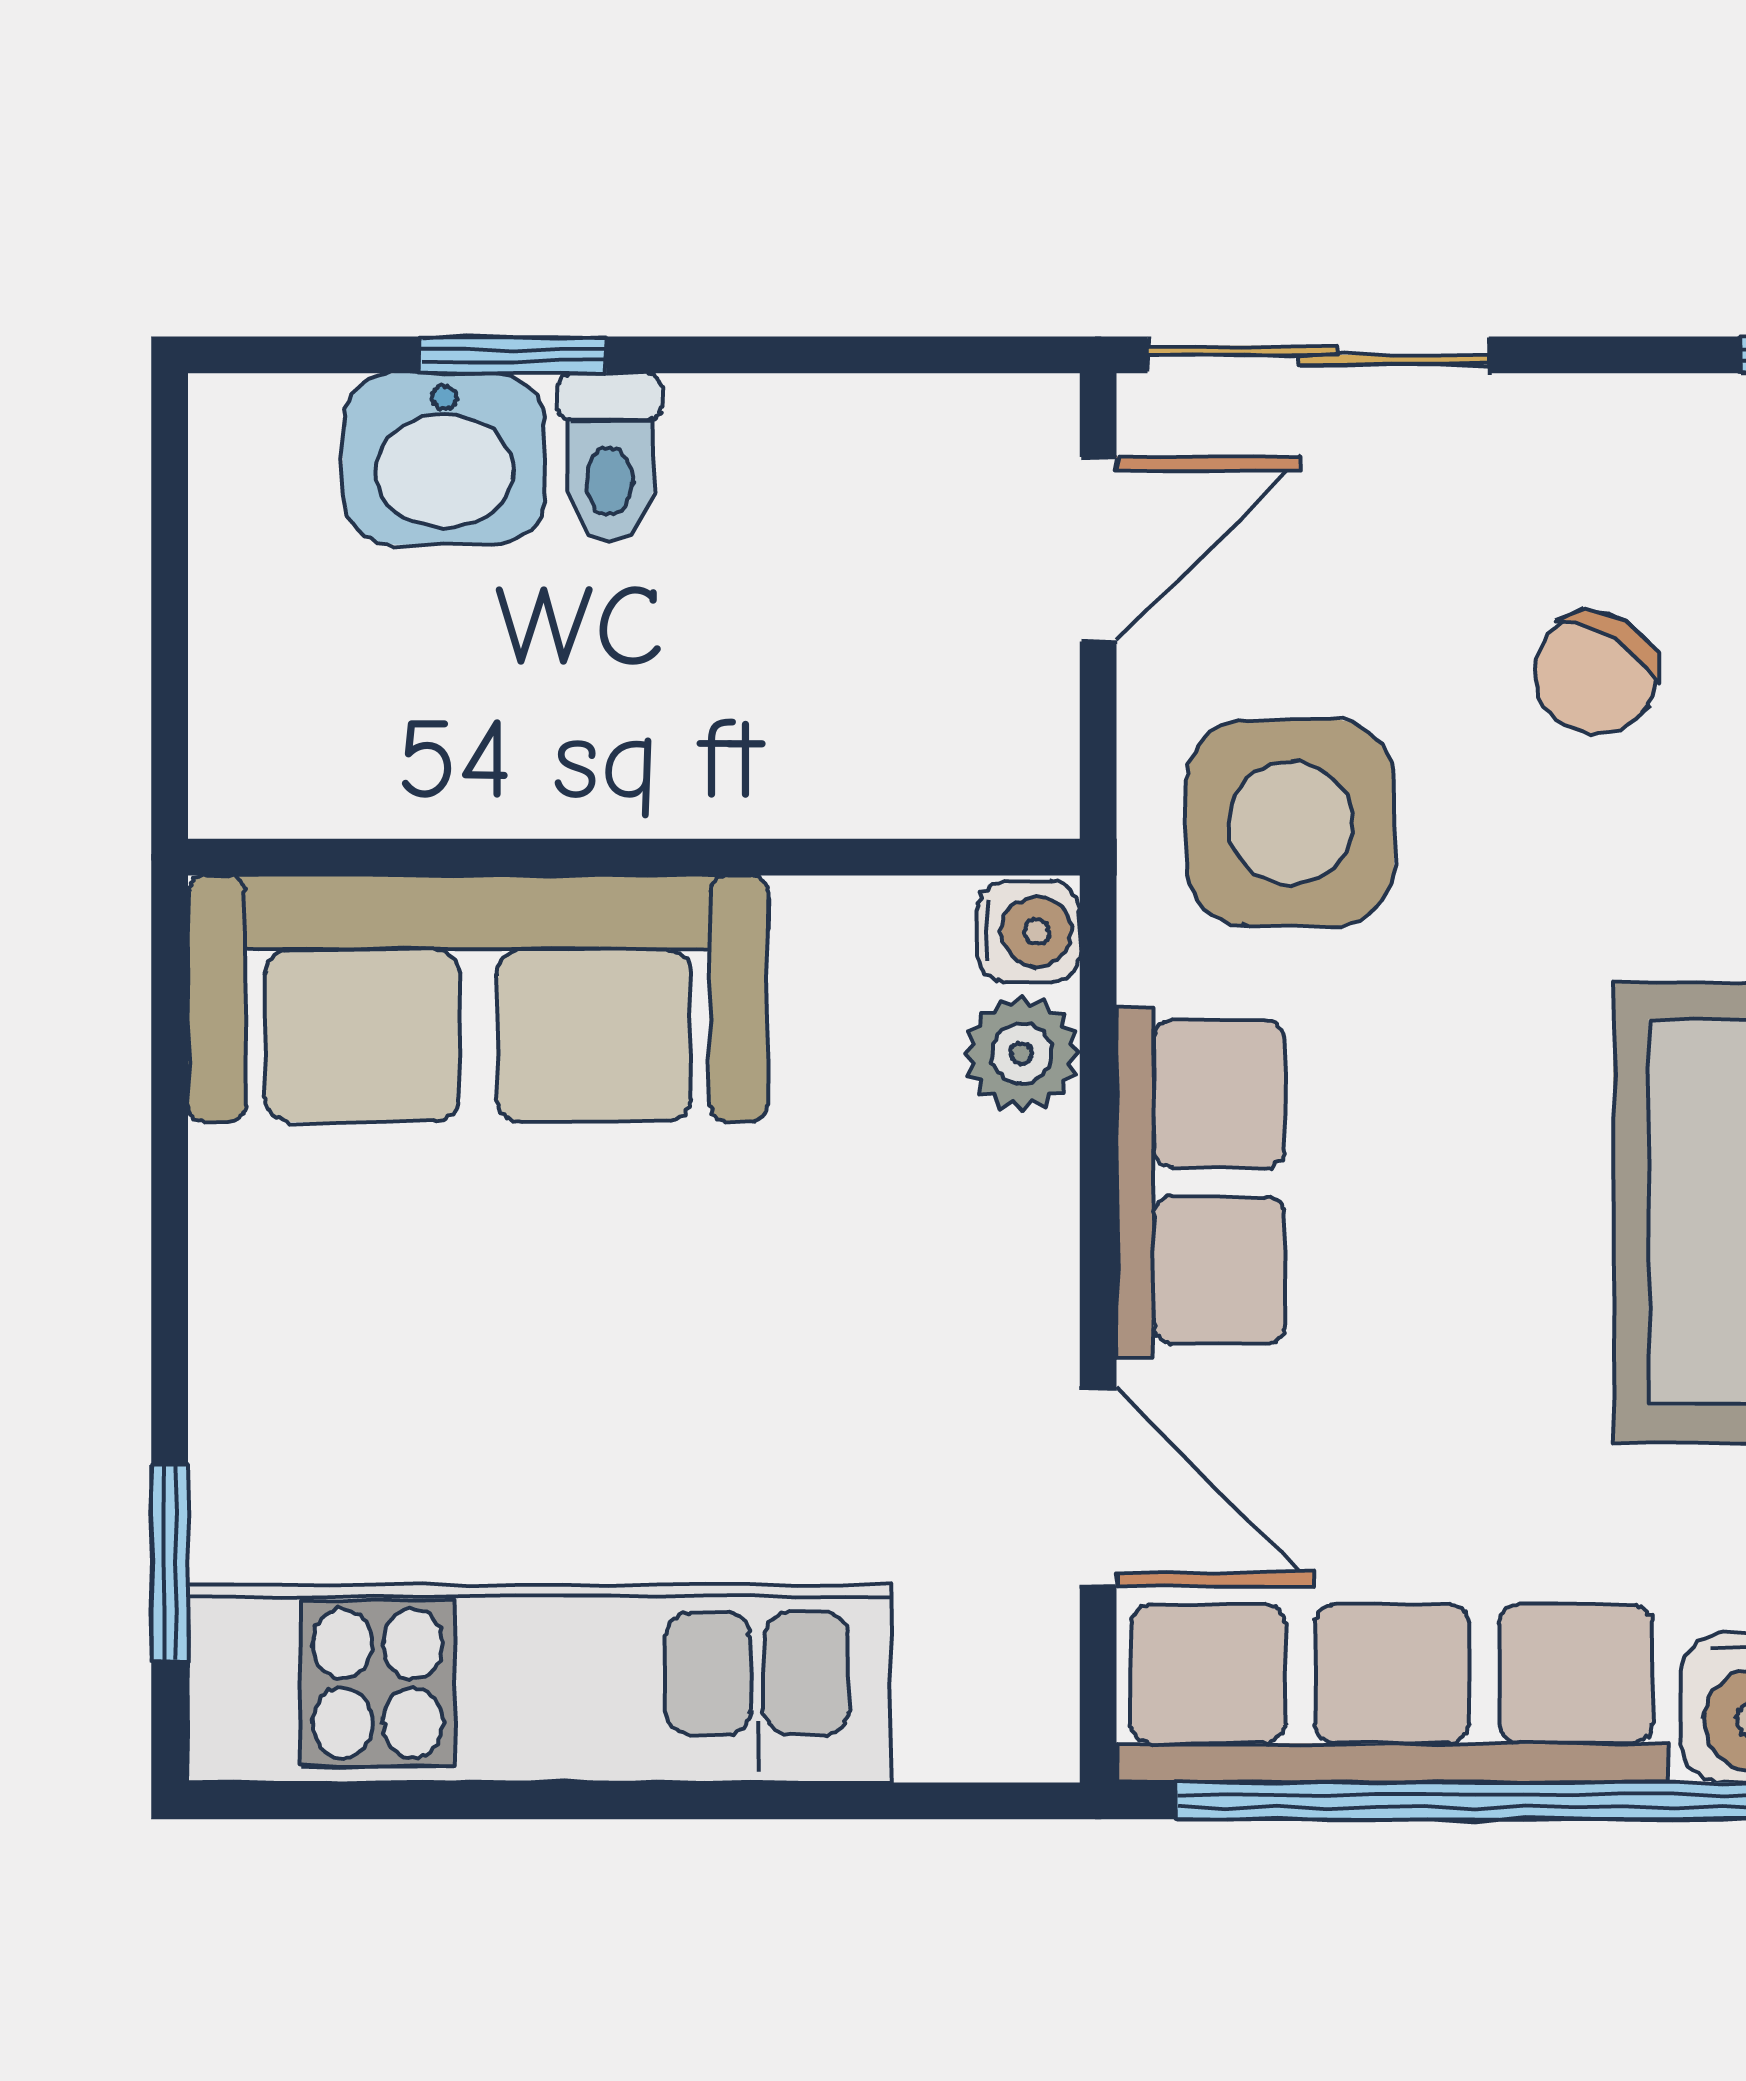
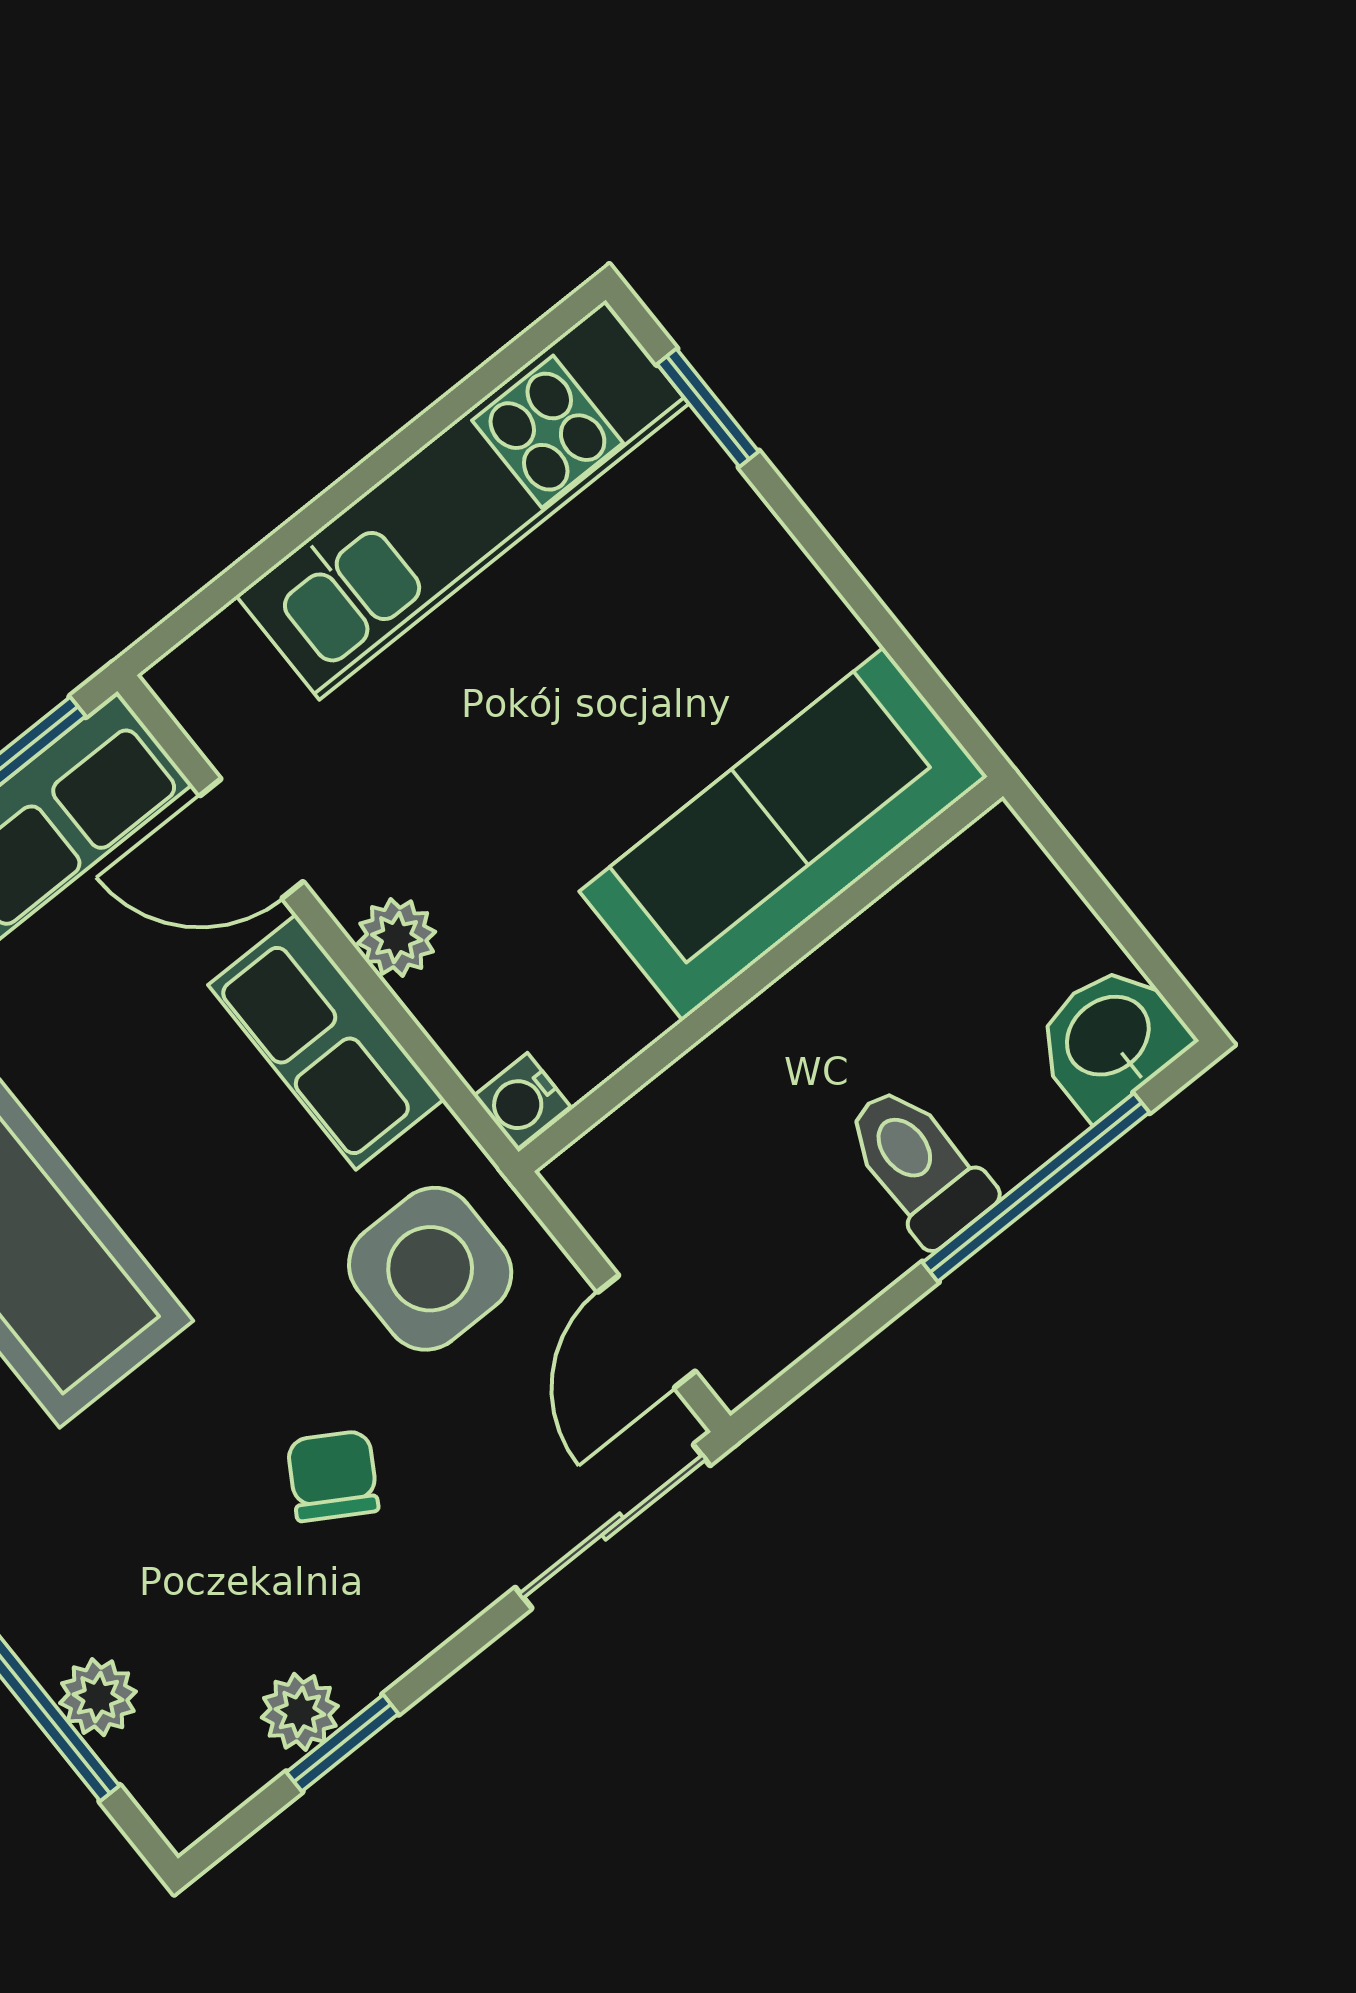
window: (513, 355) -> (1036, 1187), width x2.17
toilet: (609, 458) -> (918, 1165), width x1.37, depth x1.39
washbasin: (444, 459) -> (1110, 1038), moved
plant: (1022, 1053) -> (397, 937), moved

